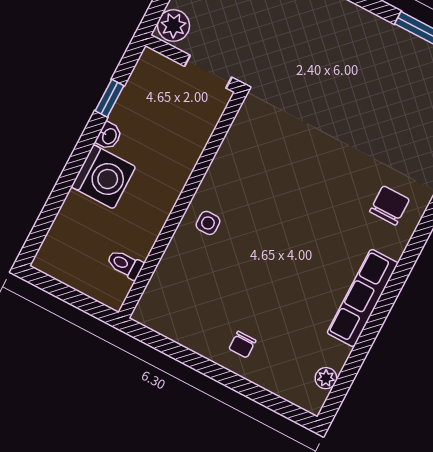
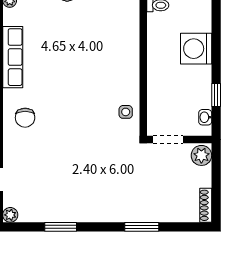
washbasin: (109, 136) -> (205, 117), moved
side table: (208, 223) -> (126, 112), moved

